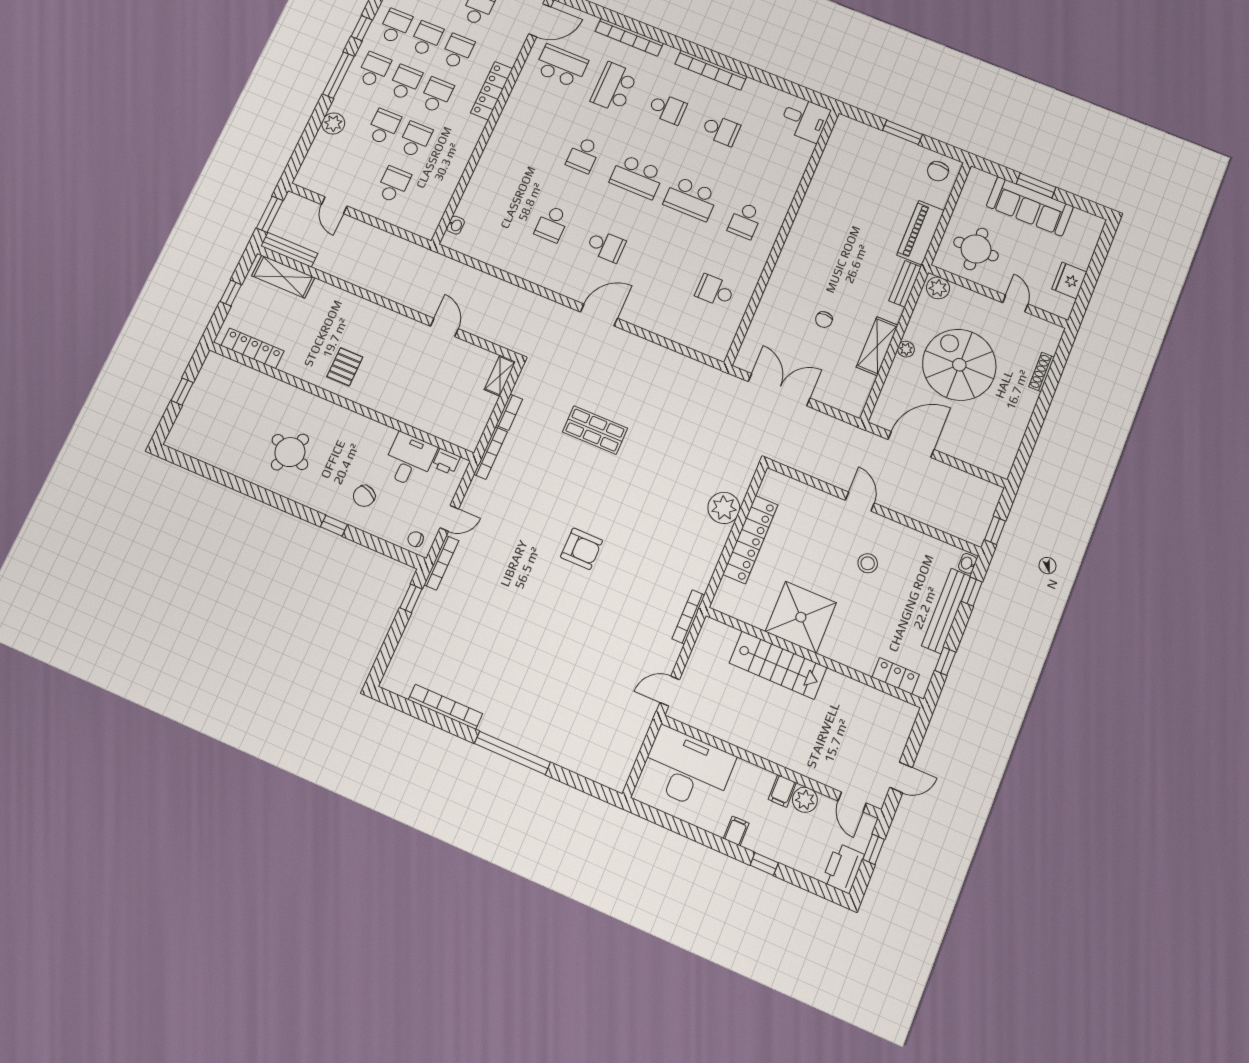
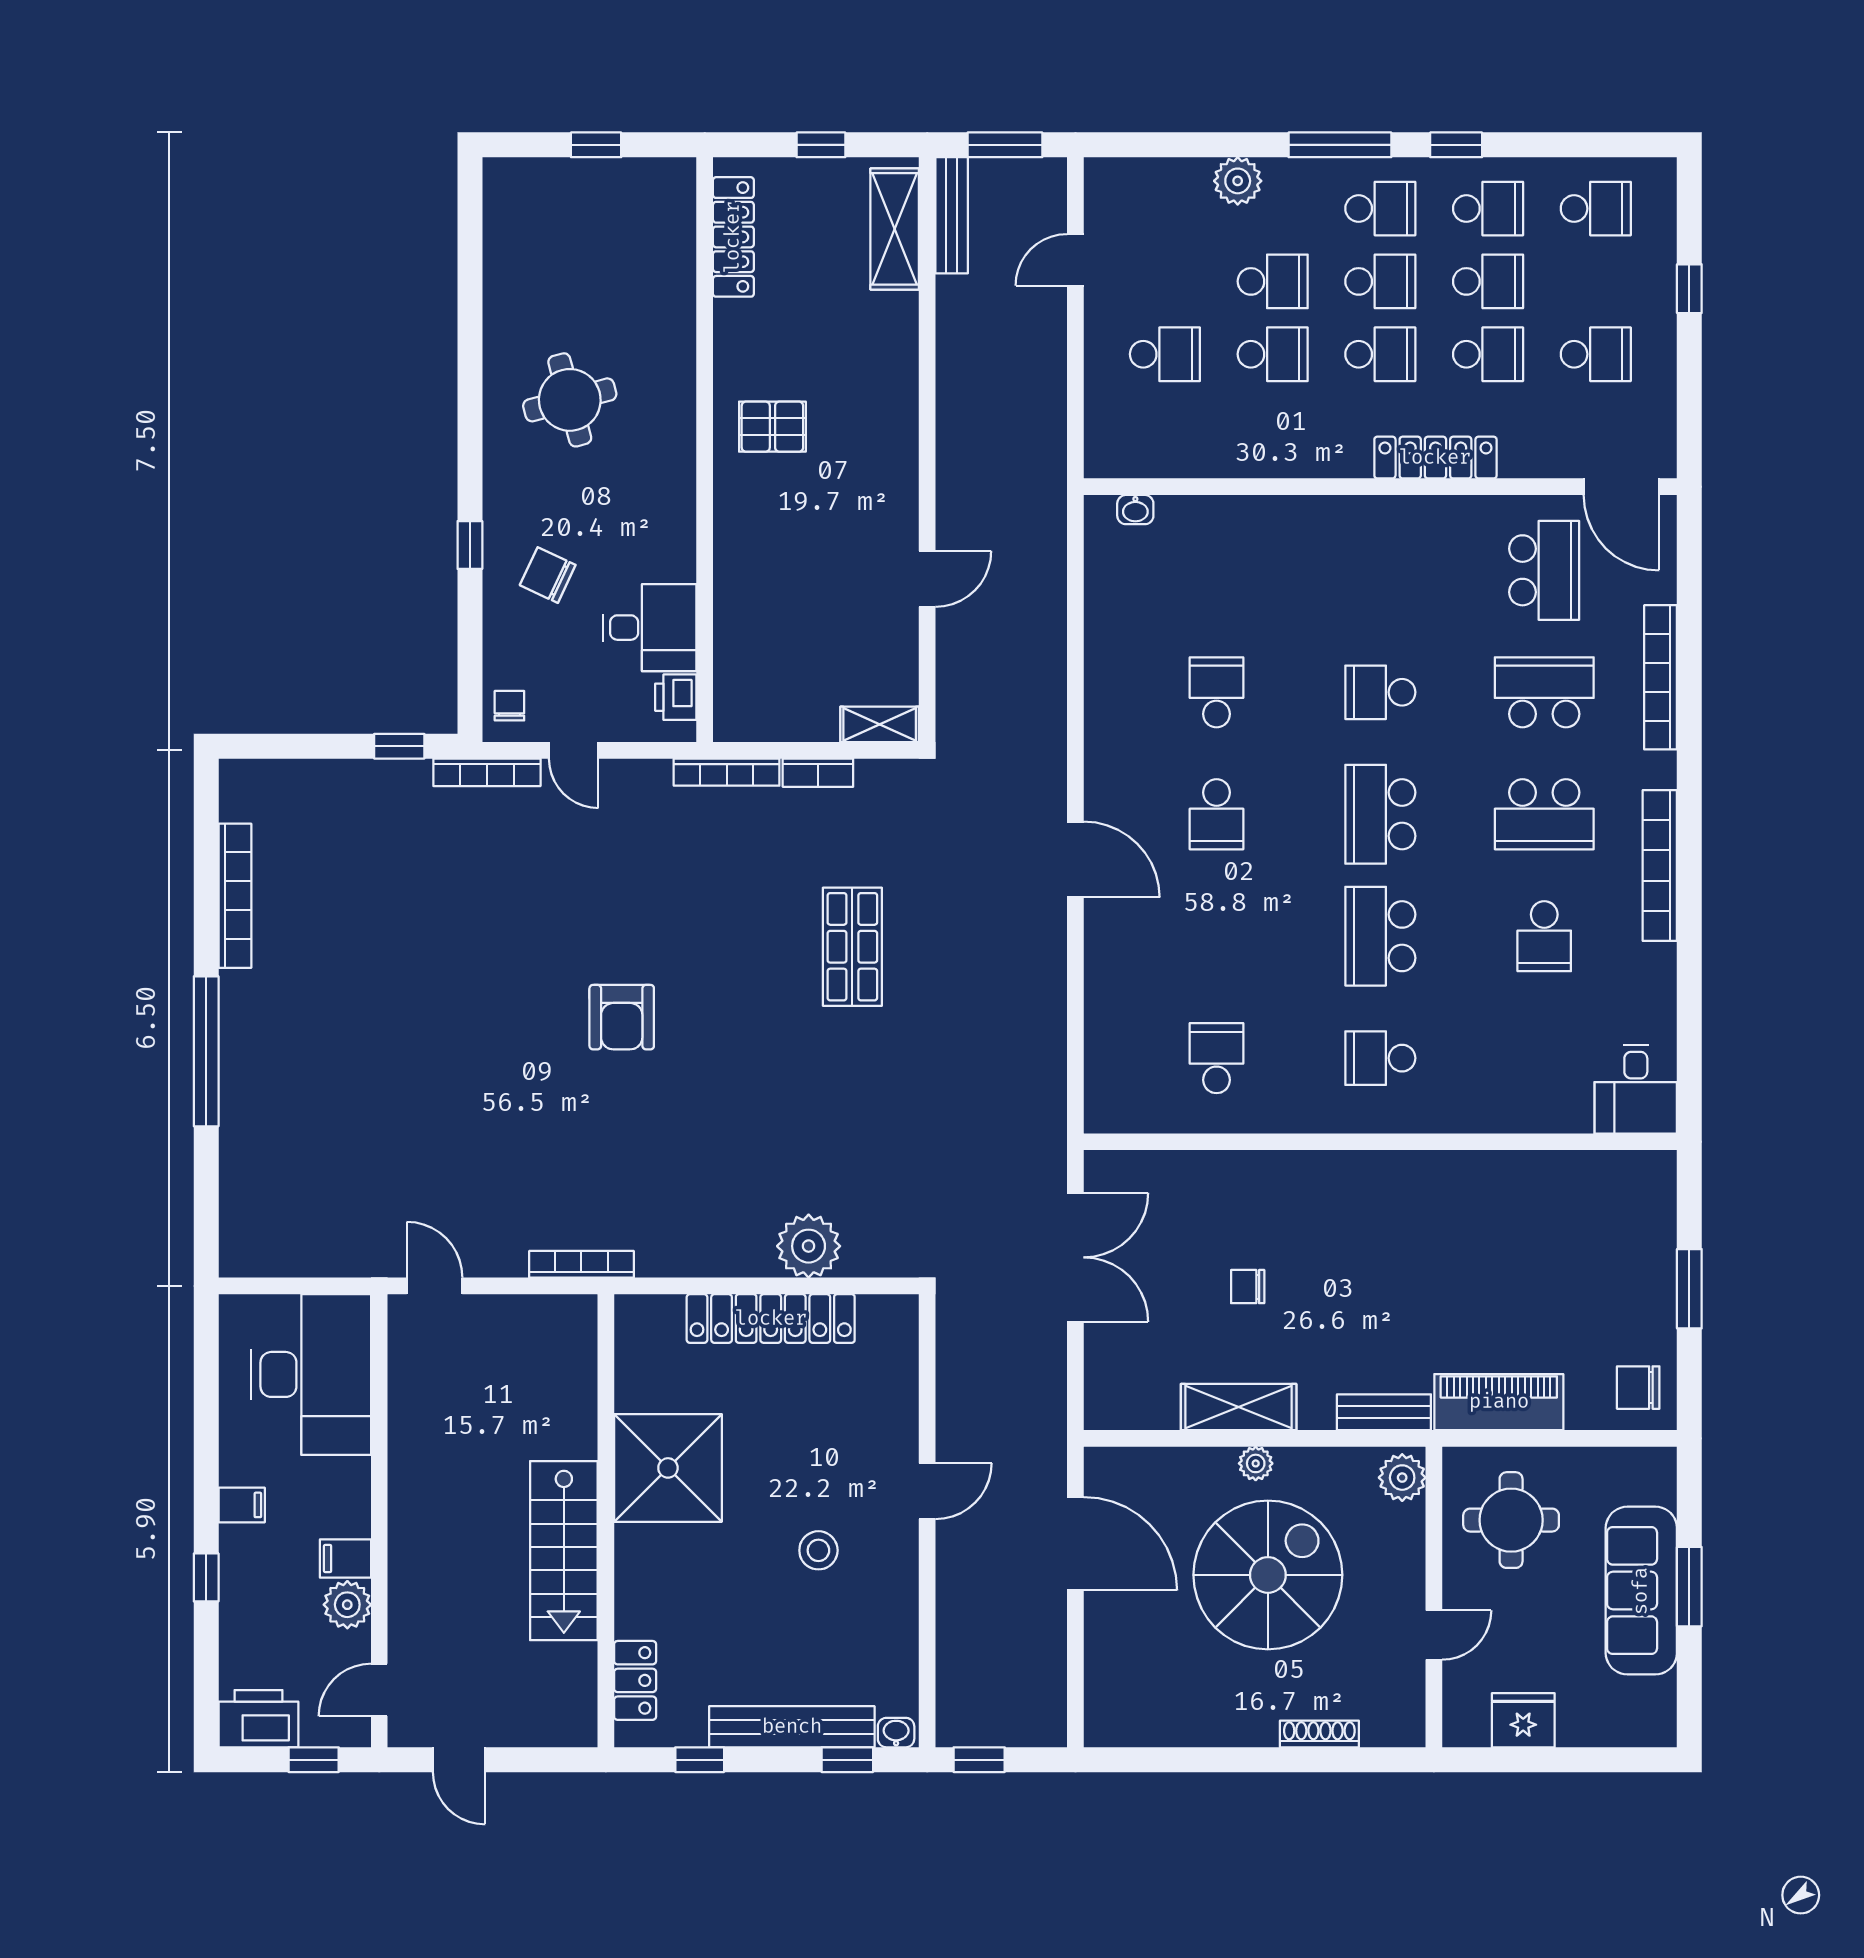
school desk: (667, 109) -> (1544, 814), width x1.85
school desk: (552, 224) -> (1216, 692), turned 90
round table: (290, 452) -> (570, 400), turned -36
stairs: (778, 665) -> (564, 1551), moved

